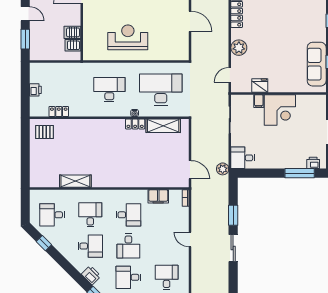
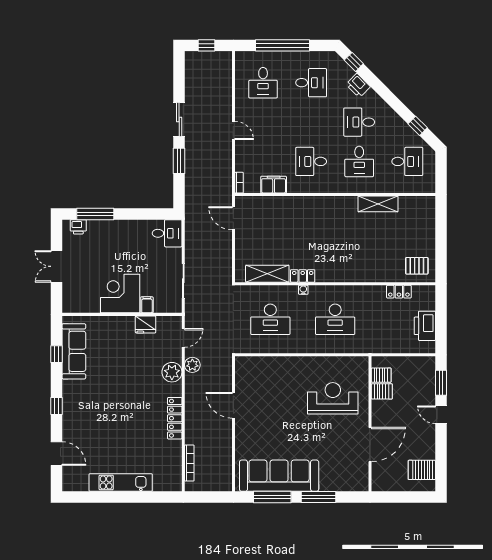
reception desk: (128, 37) -> (333, 398), moved, turned 180
printer: (35, 90) -> (425, 326), width x1.87, depth x1.48
desk: (161, 90) -> (270, 319), width x0.73, depth x0.77
plant: (223, 169) -> (192, 365), moved
desk: (128, 246) -> (311, 122), removed

